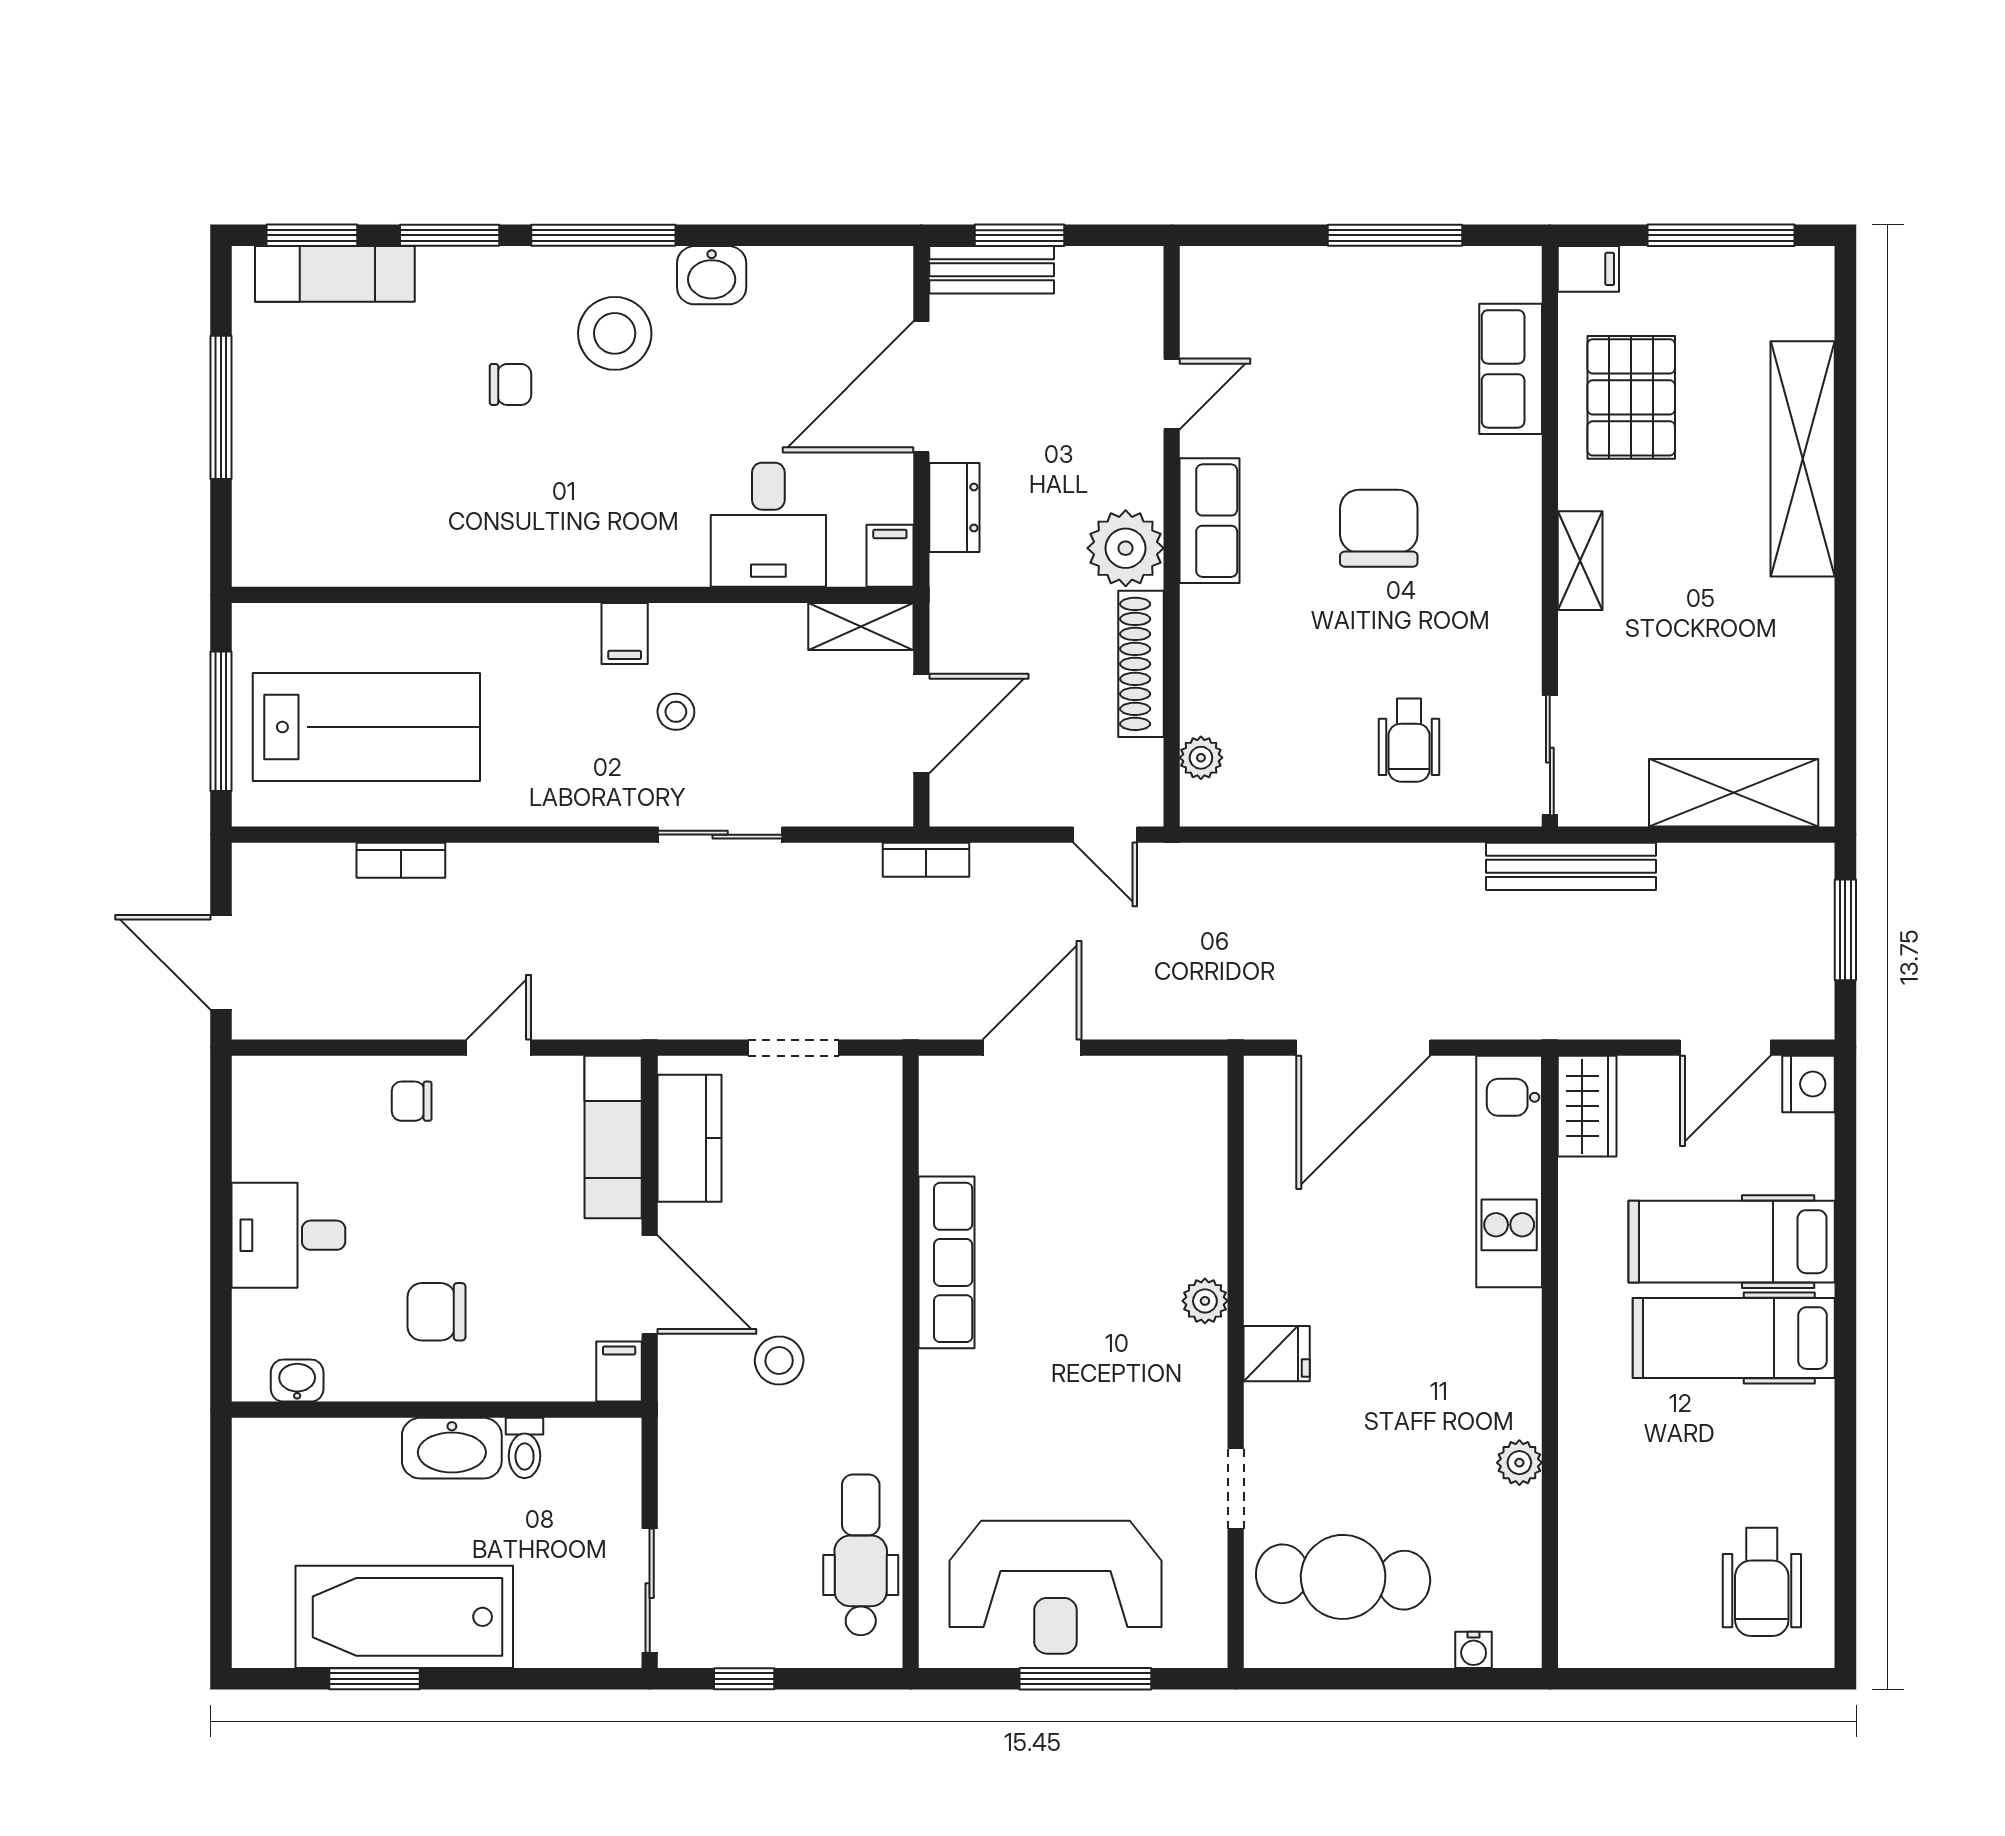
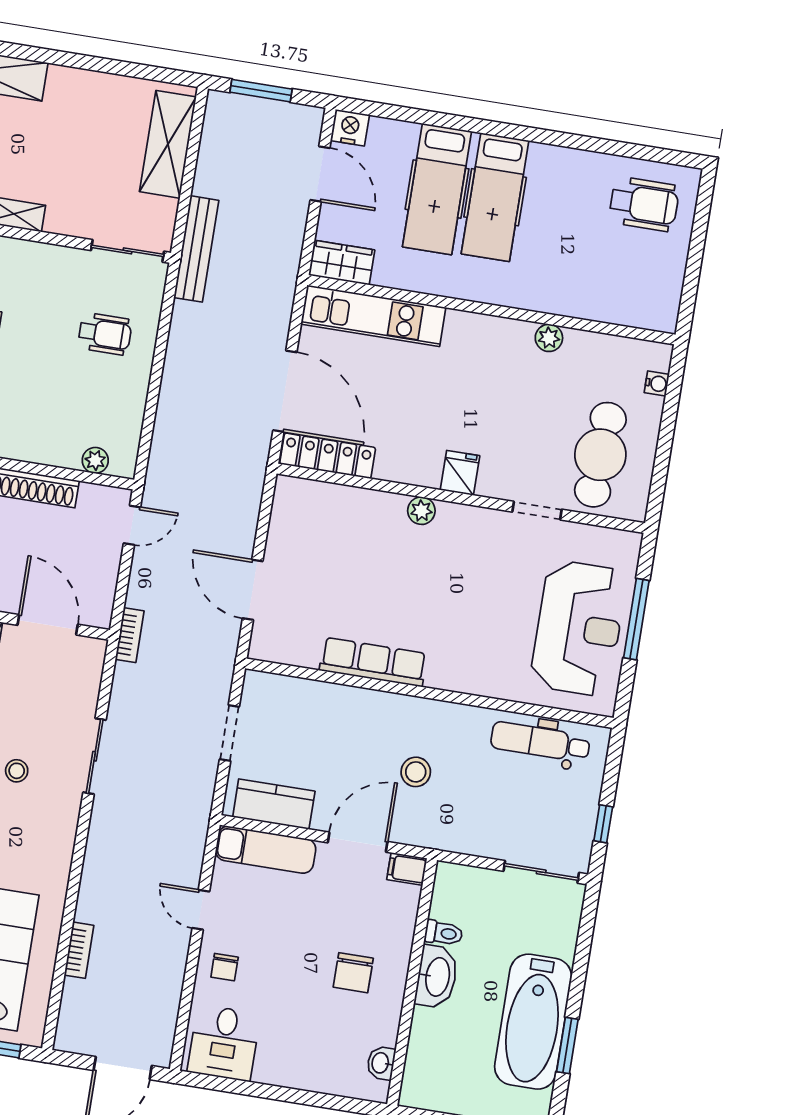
locker: (1270, 1134) -> (328, 456), added
desk: (288, 1235) -> (224, 1043), moved

